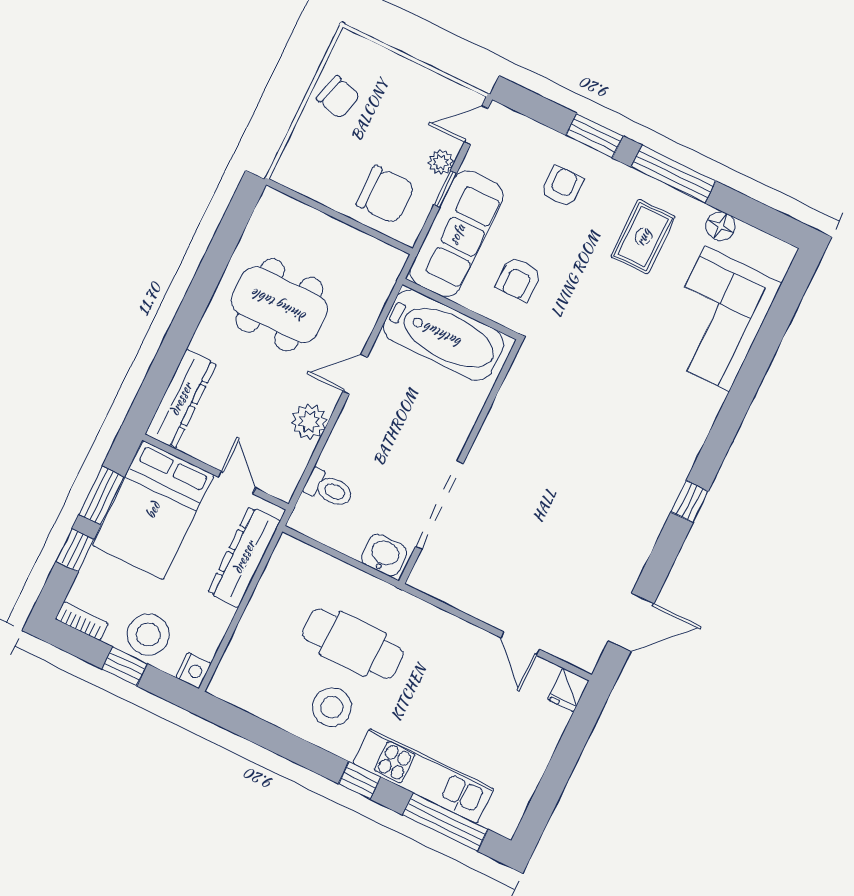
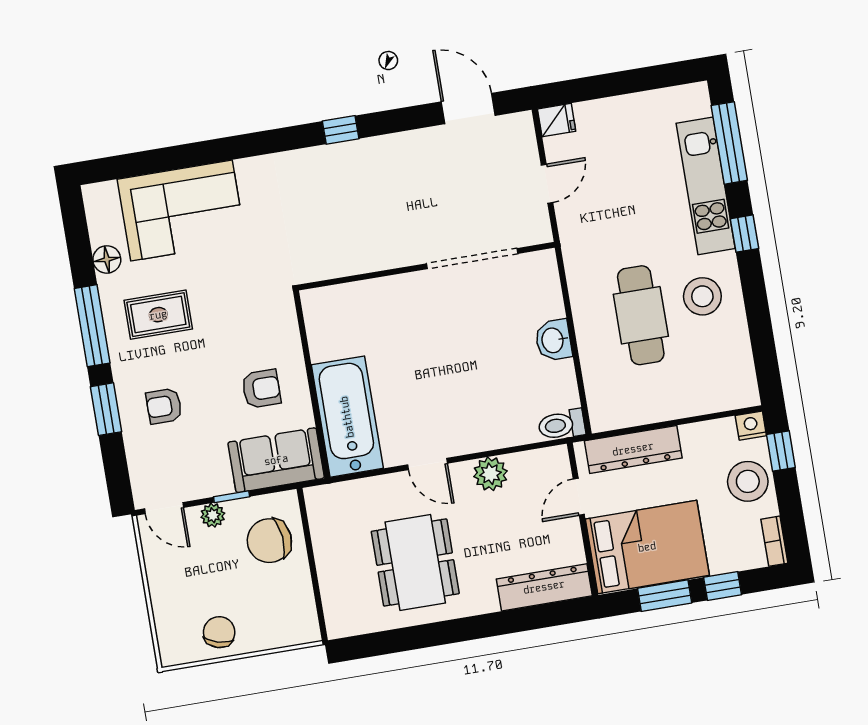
chair: (385, 195) -> (269, 541), turned -96
sofa: (457, 234) -> (276, 460), width x0.73
wall: (460, 462) -> (426, 266), moved
toilet: (329, 489) -> (562, 425), moved, turned -90
doorway: (439, 505) -> (472, 259), moved
window: (125, 666) -> (781, 451), moved

